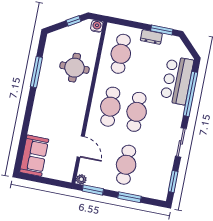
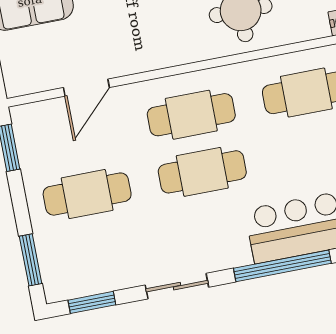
plant: (81, 179) -> (21, 116), removed
window: (129, 197) -> (31, 260), moved

